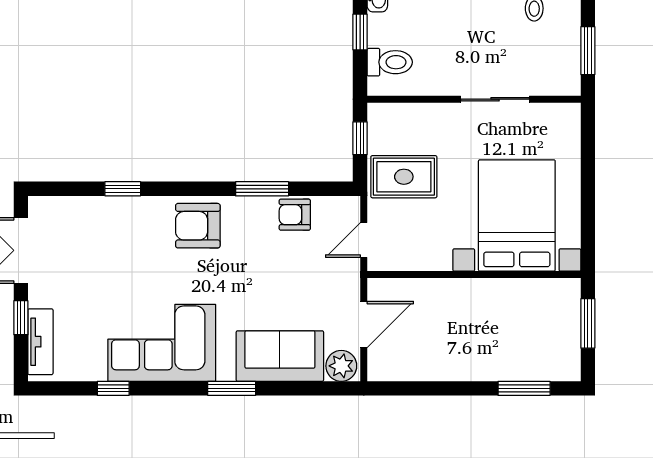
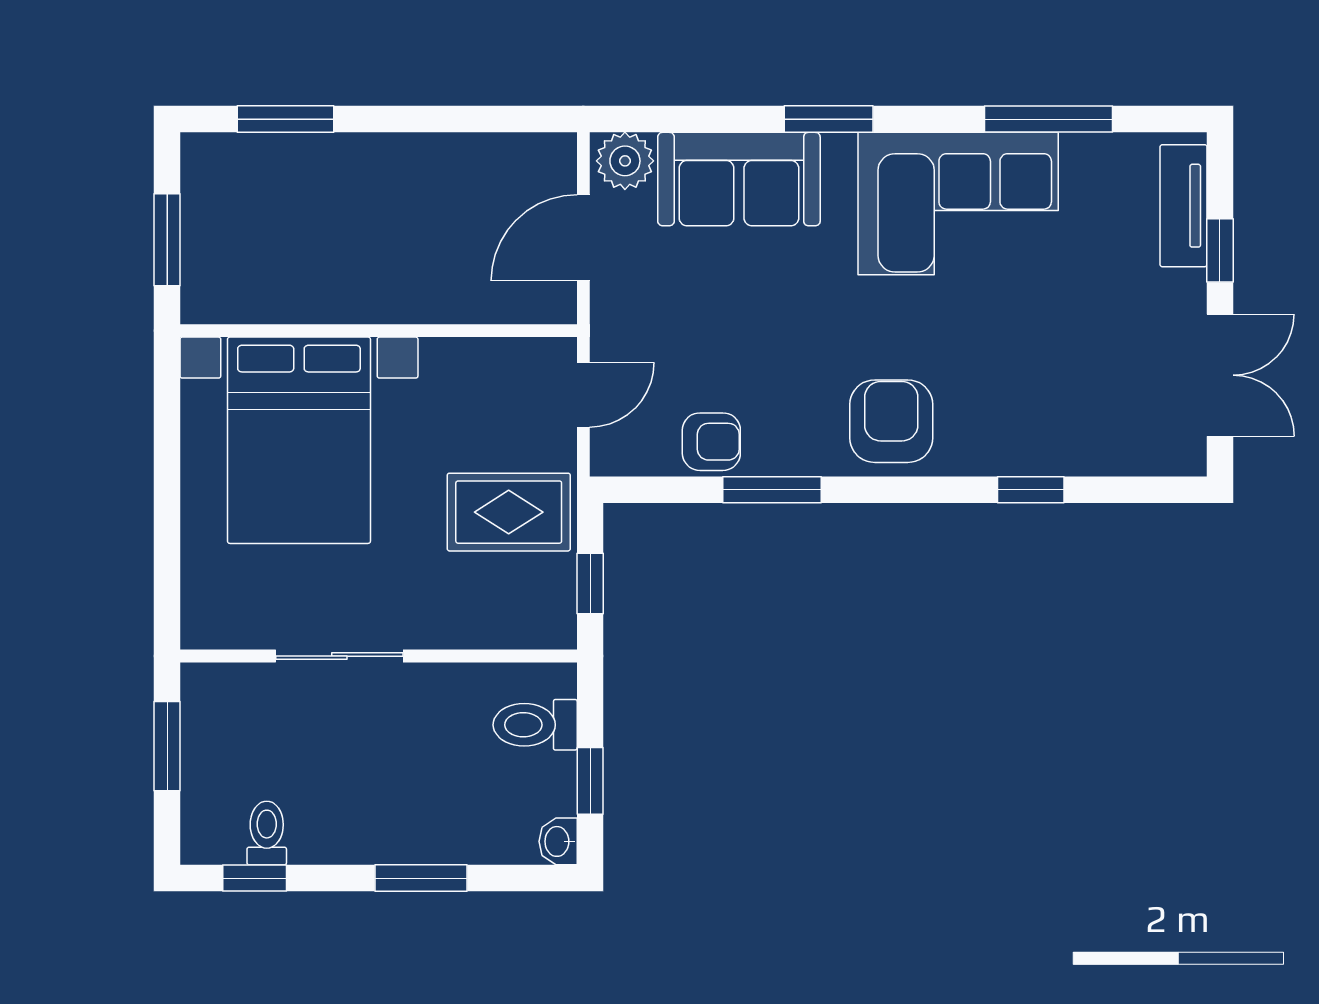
armchair: (198, 226) -> (891, 421), turned -90
window: (113, 388) -> (1049, 119), width x2.17

